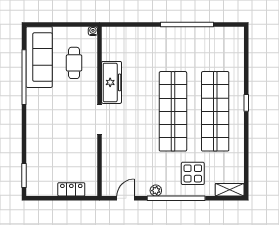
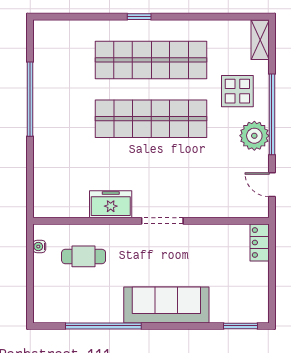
water cooler: (93, 31) -> (39, 247), moved
sofa: (39, 57) -> (166, 305), moved
freezer: (112, 82) -> (111, 204), width x0.71
locker: (71, 189) -> (260, 243), moved
plant: (156, 191) -> (254, 136), width x1.87, depth x1.87

